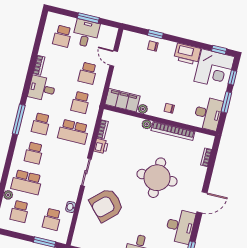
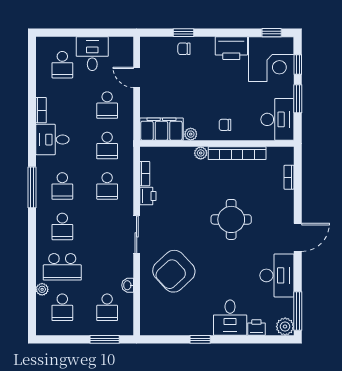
window: (88, 18) -> (90, 33), removed
school desk: (73, 132) -> (107, 186), width x0.54
round table: (157, 178) -> (231, 219), width x0.73, depth x0.73

